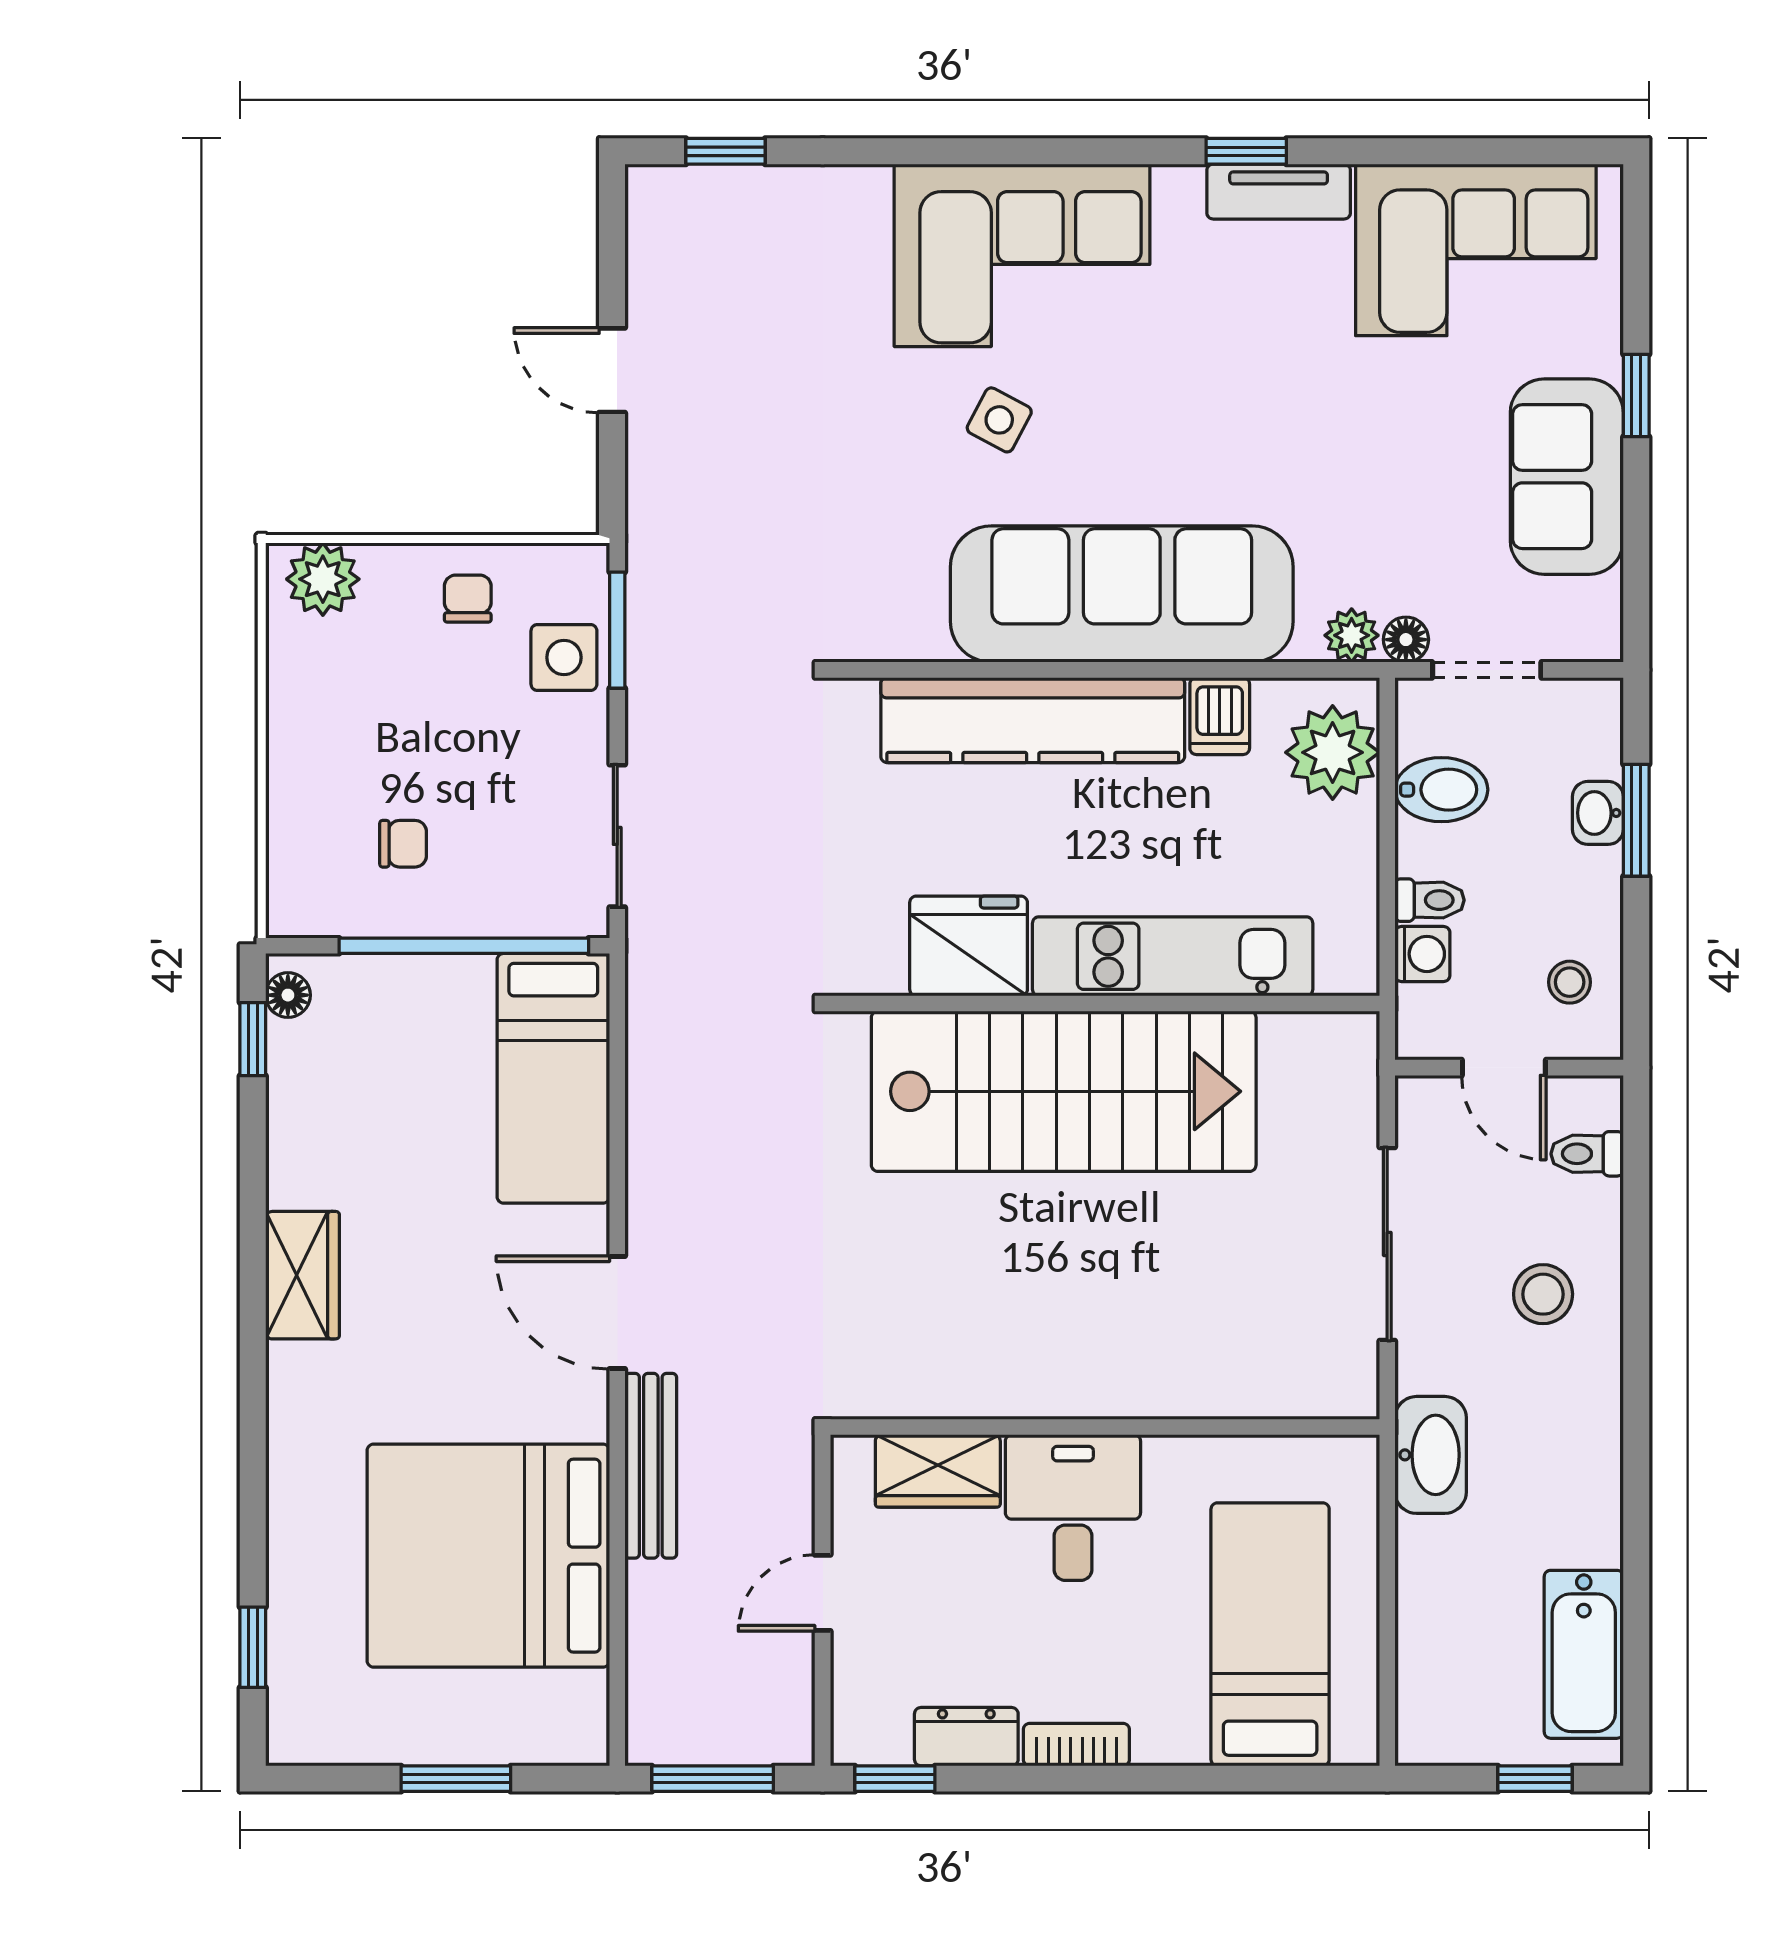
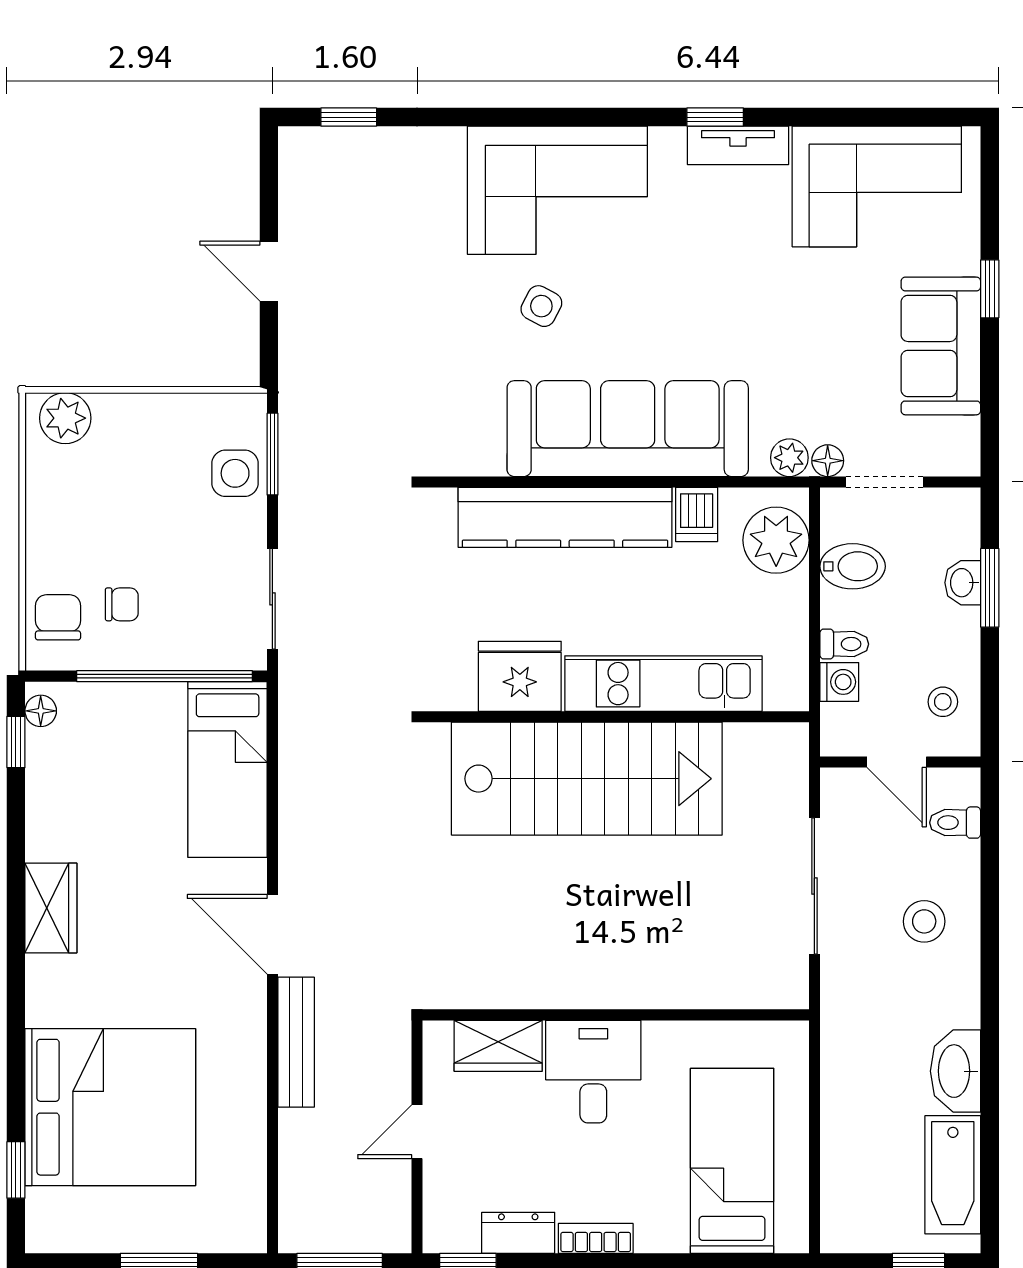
chair: (468, 599) -> (58, 617), moved, width x1.37, depth x1.37
washbasin: (1431, 1455) -> (956, 1071), moved, turned 180
bed: (488, 1556) -> (110, 1107), moved, turned 180

